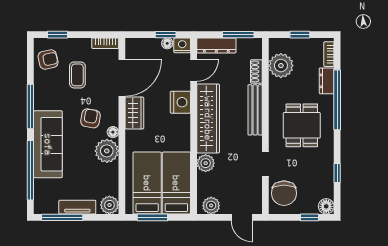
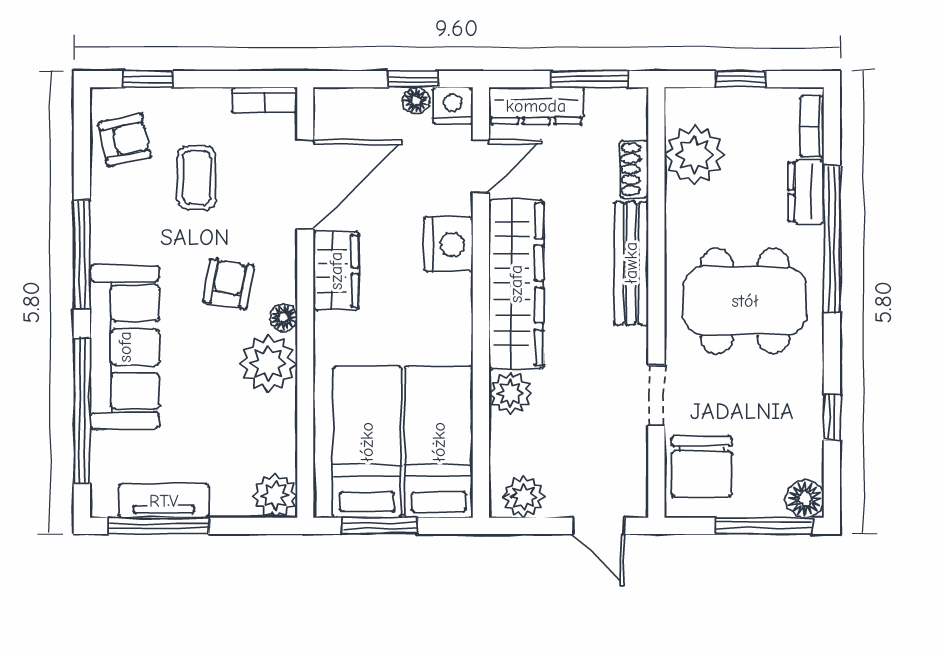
dining table: (302, 125) -> (745, 301), width x1.38
tv unit: (77, 207) -> (164, 501), moved
window: (310, 217) -> (764, 526), width x2.17

